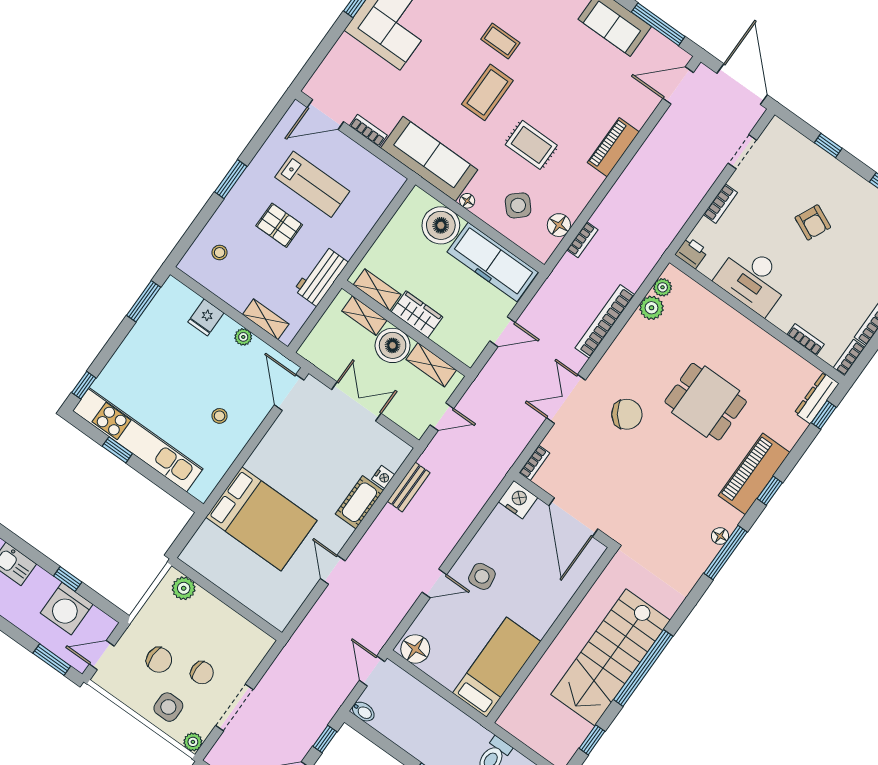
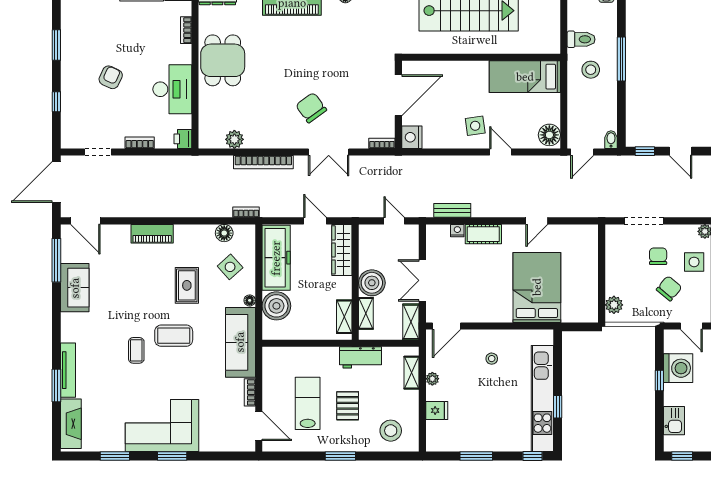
bookcase: (582, 240) -> (246, 212), moved
stool: (220, 253) -> (391, 431), width x1.89, depth x1.89
plant: (663, 287) -> (217, 142), removed
window: (144, 301) -> (476, 456), moved
wardrobe: (417, 314) -> (342, 250), moved, width x1.50
shelving: (431, 365) -> (411, 322), moved
dining table: (706, 402) -> (223, 60), moved
chair: (159, 660) -> (669, 288), turned 40
doorway: (234, 707) -> (644, 221), moved
stool: (454, 743) -> (591, 70), added

